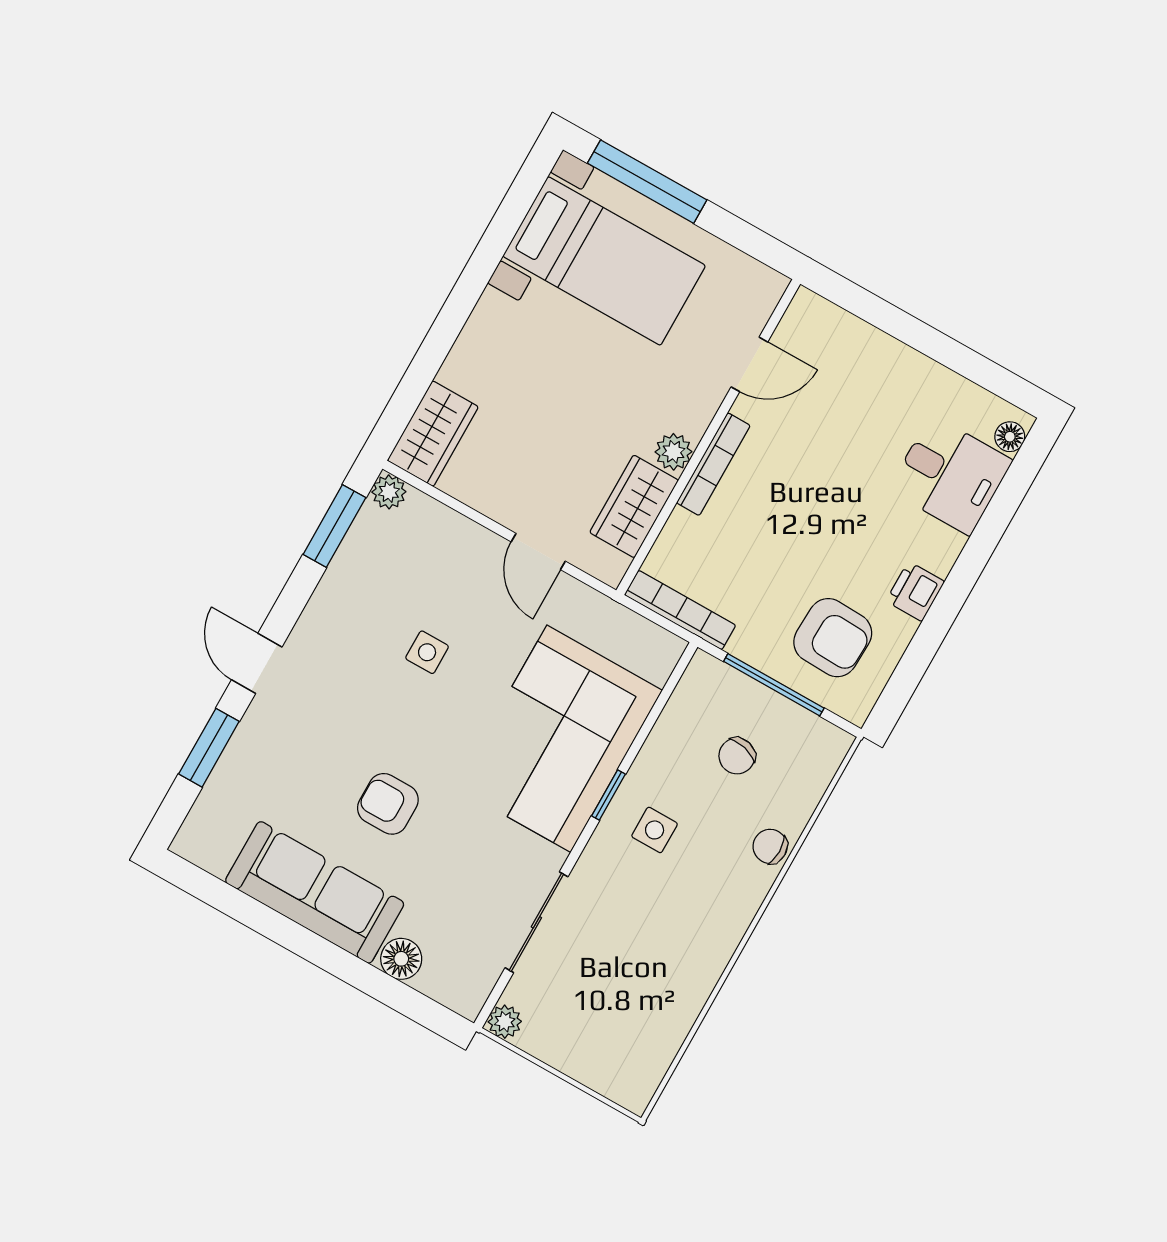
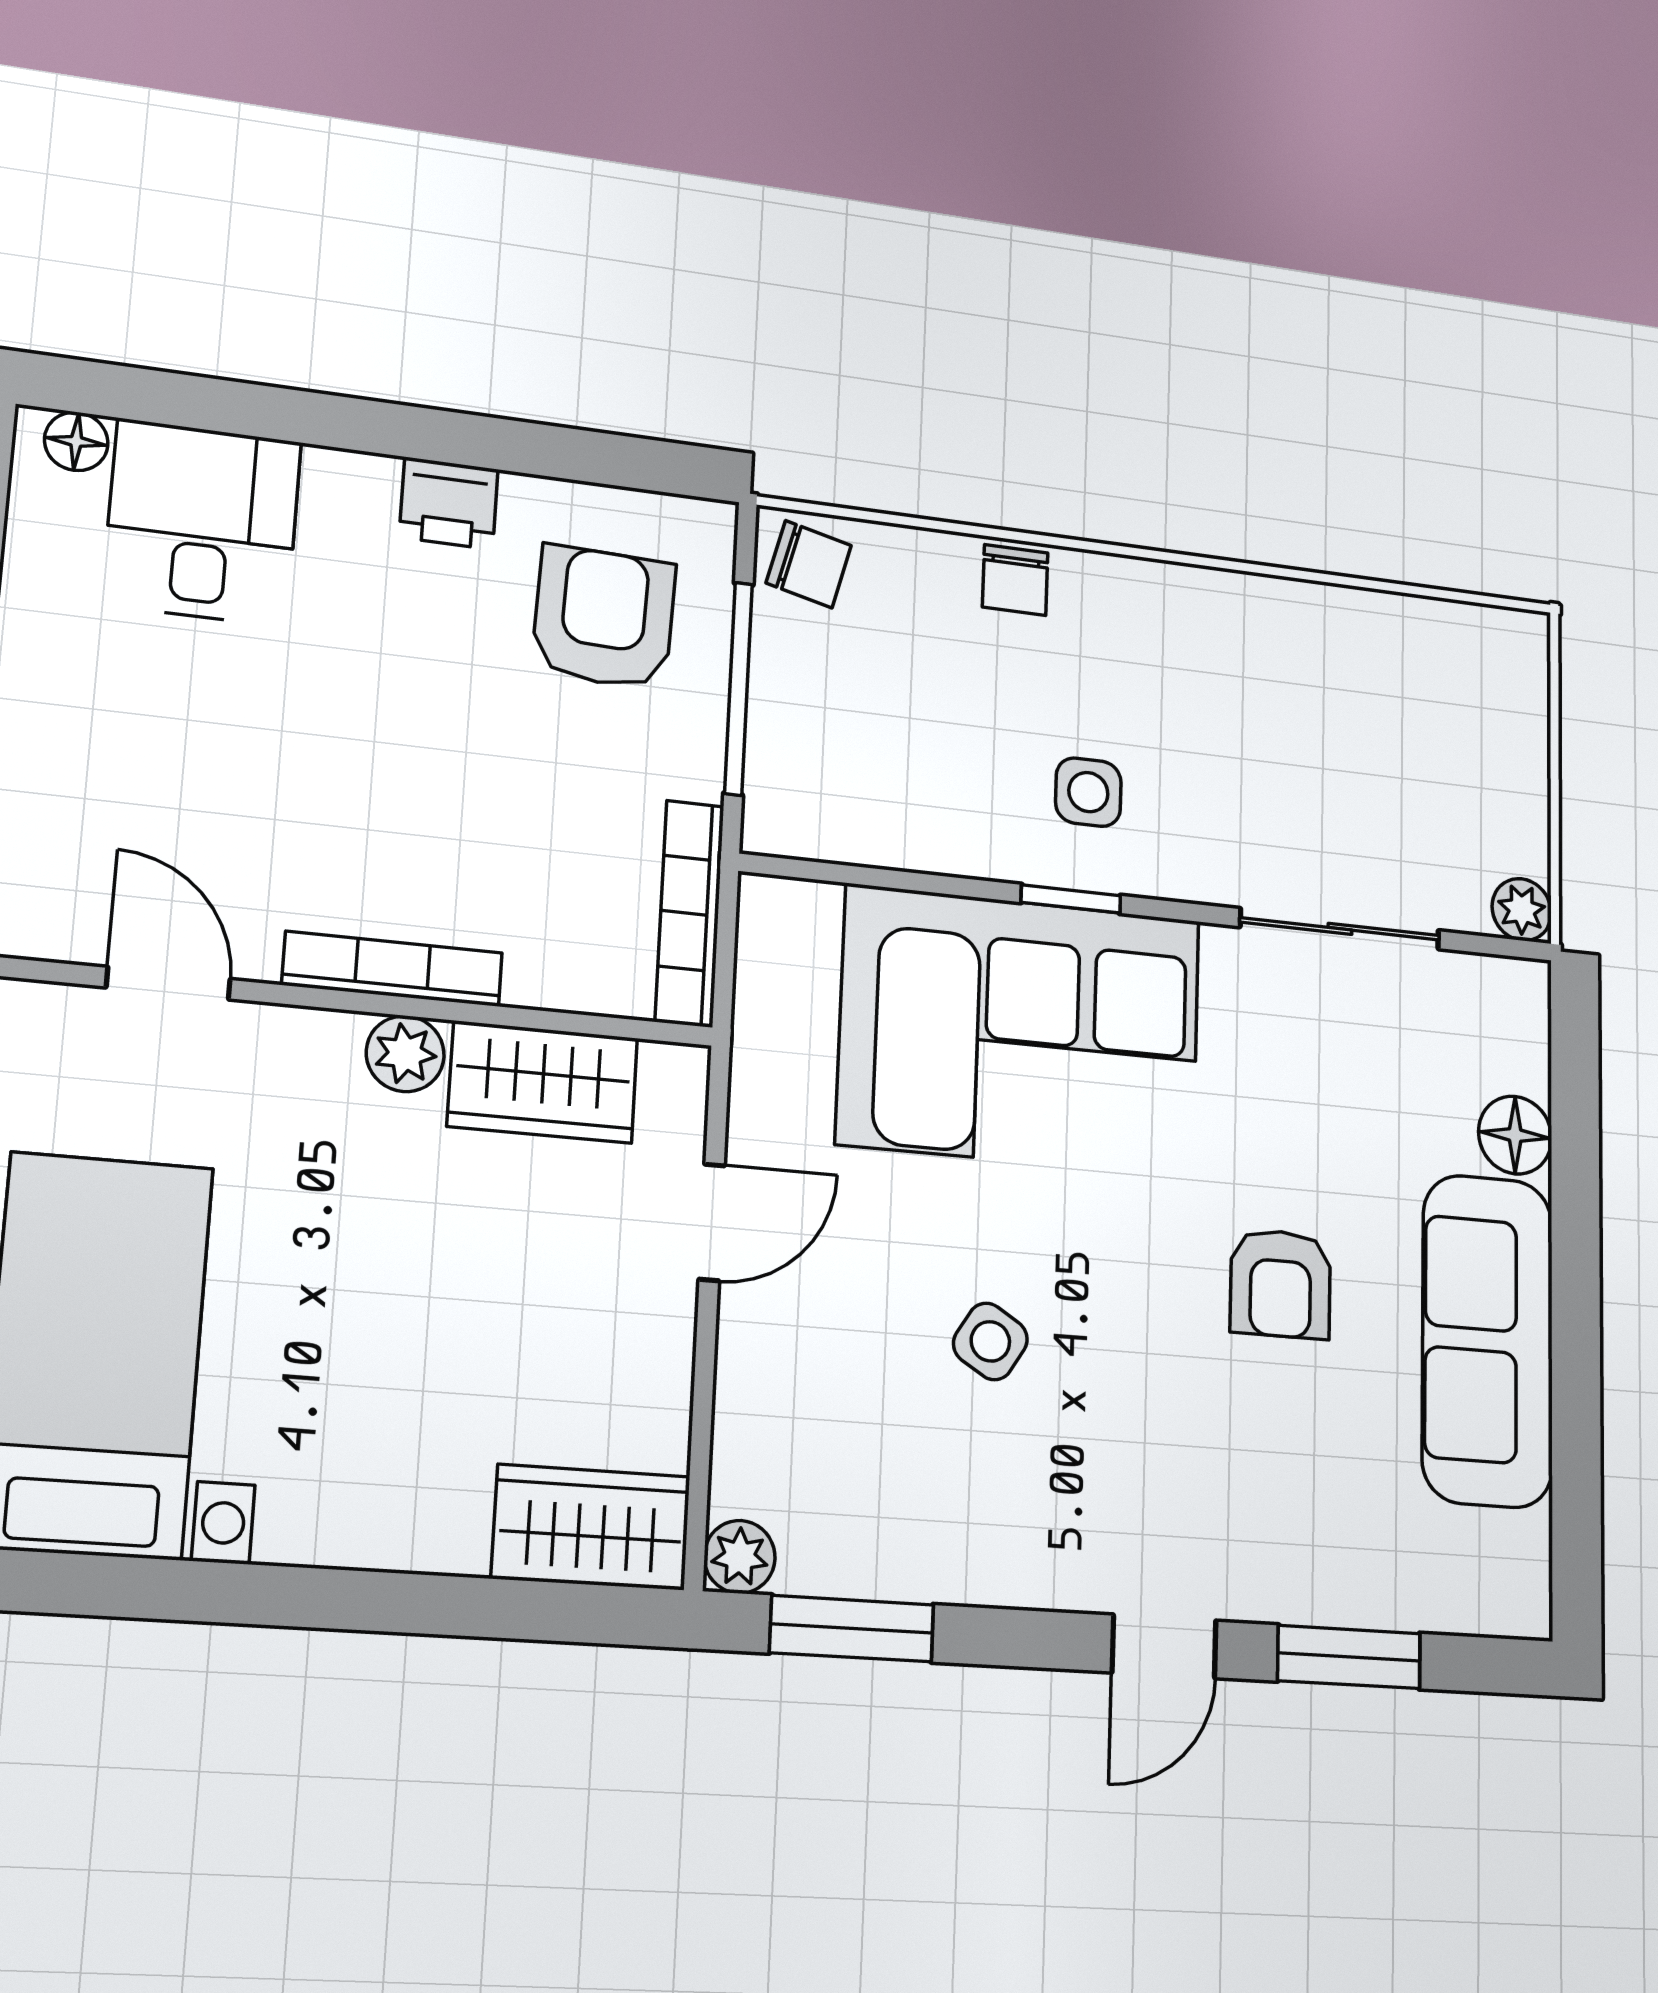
side table: (427, 652) -> (990, 1341), turned 32
chair: (737, 756) -> (809, 564), moved

